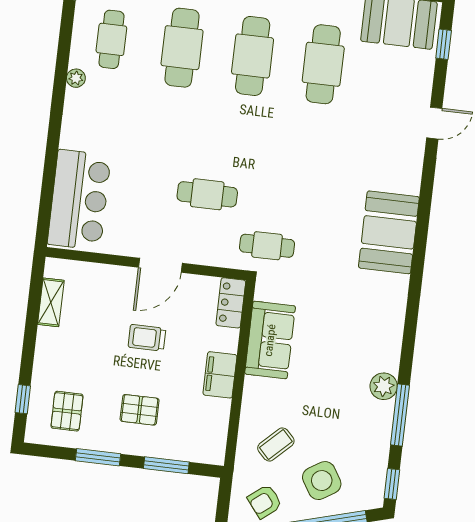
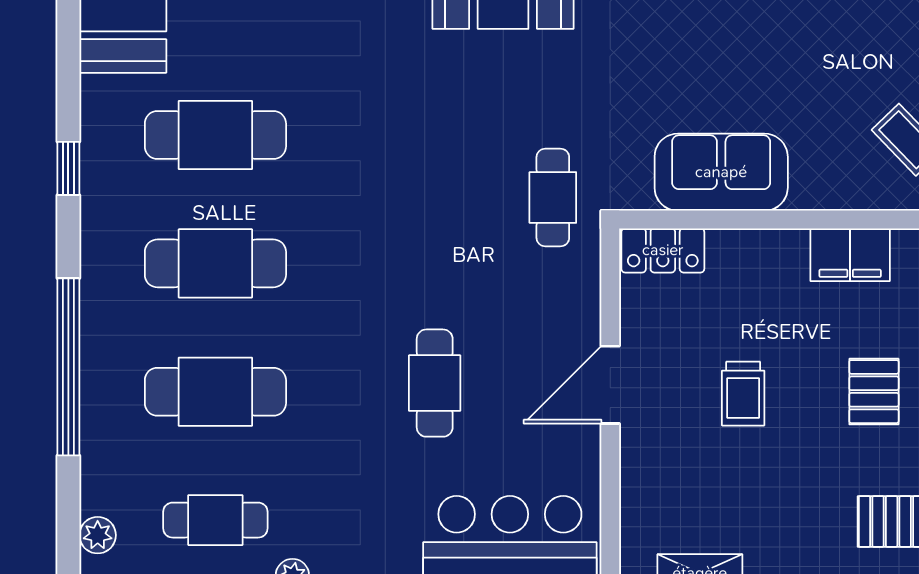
cafe table: (207, 194) -> (435, 383), moved
door: (160, 265) -> (610, 385), swing flipped
filing cabinet: (220, 375) -> (850, 255), moved

